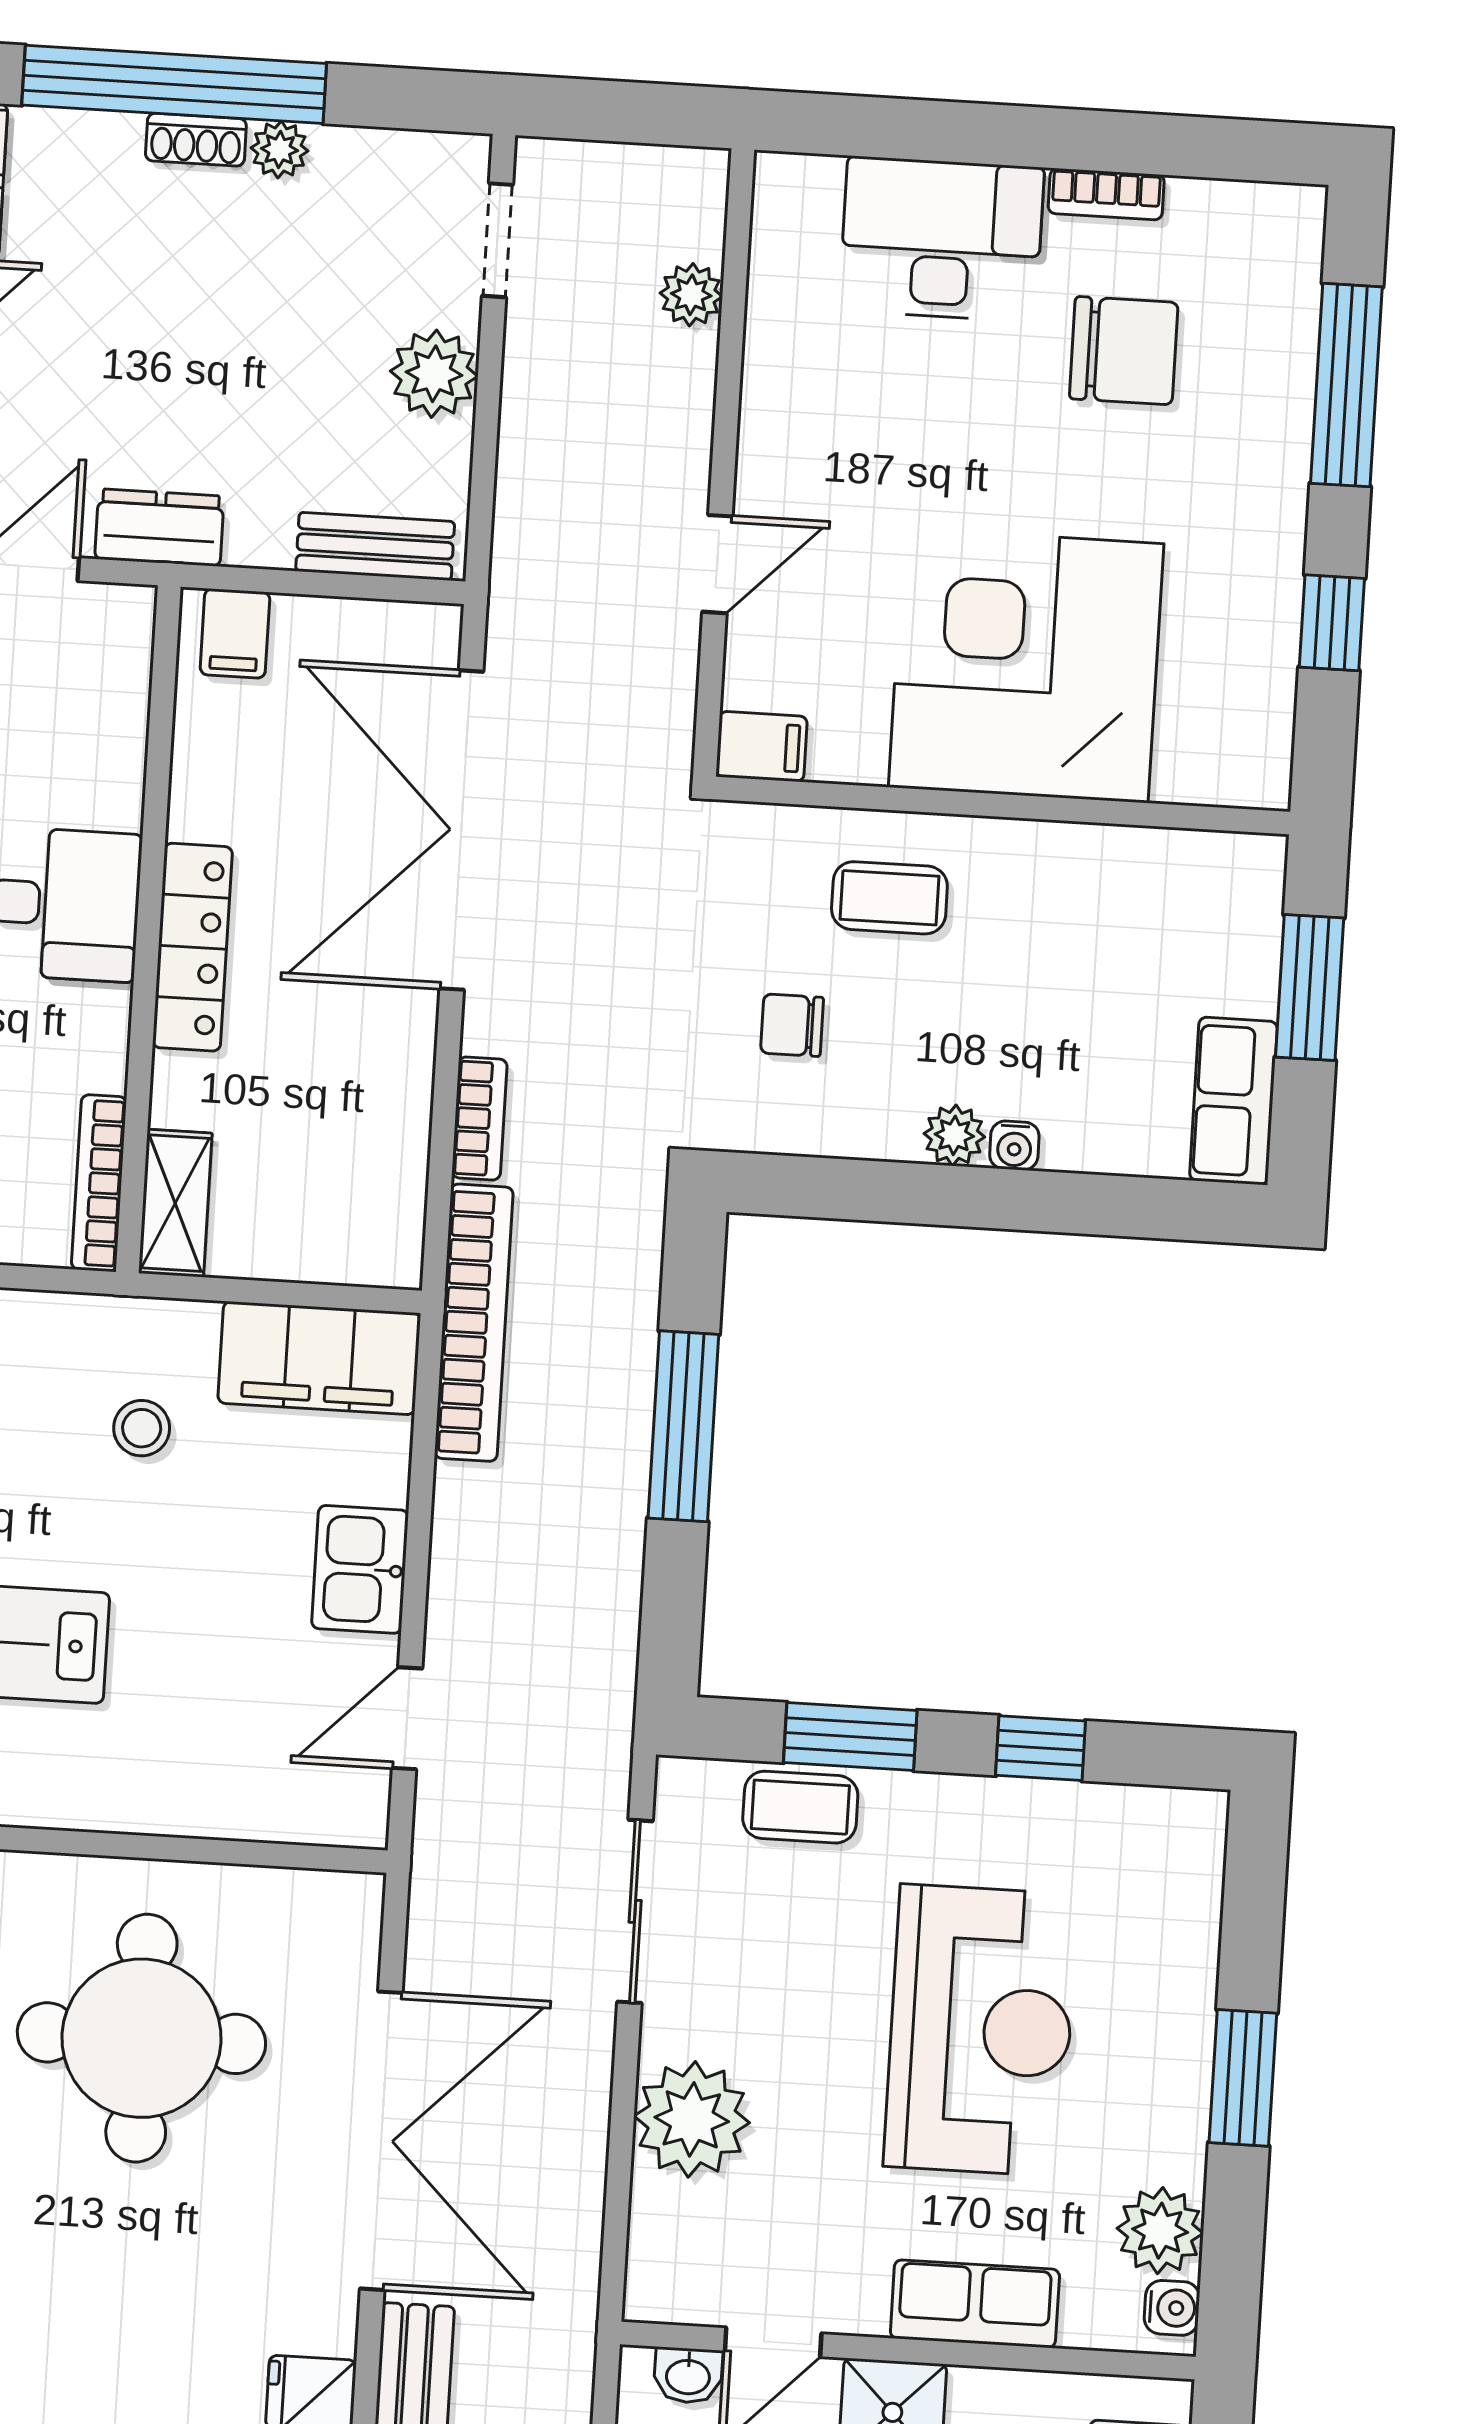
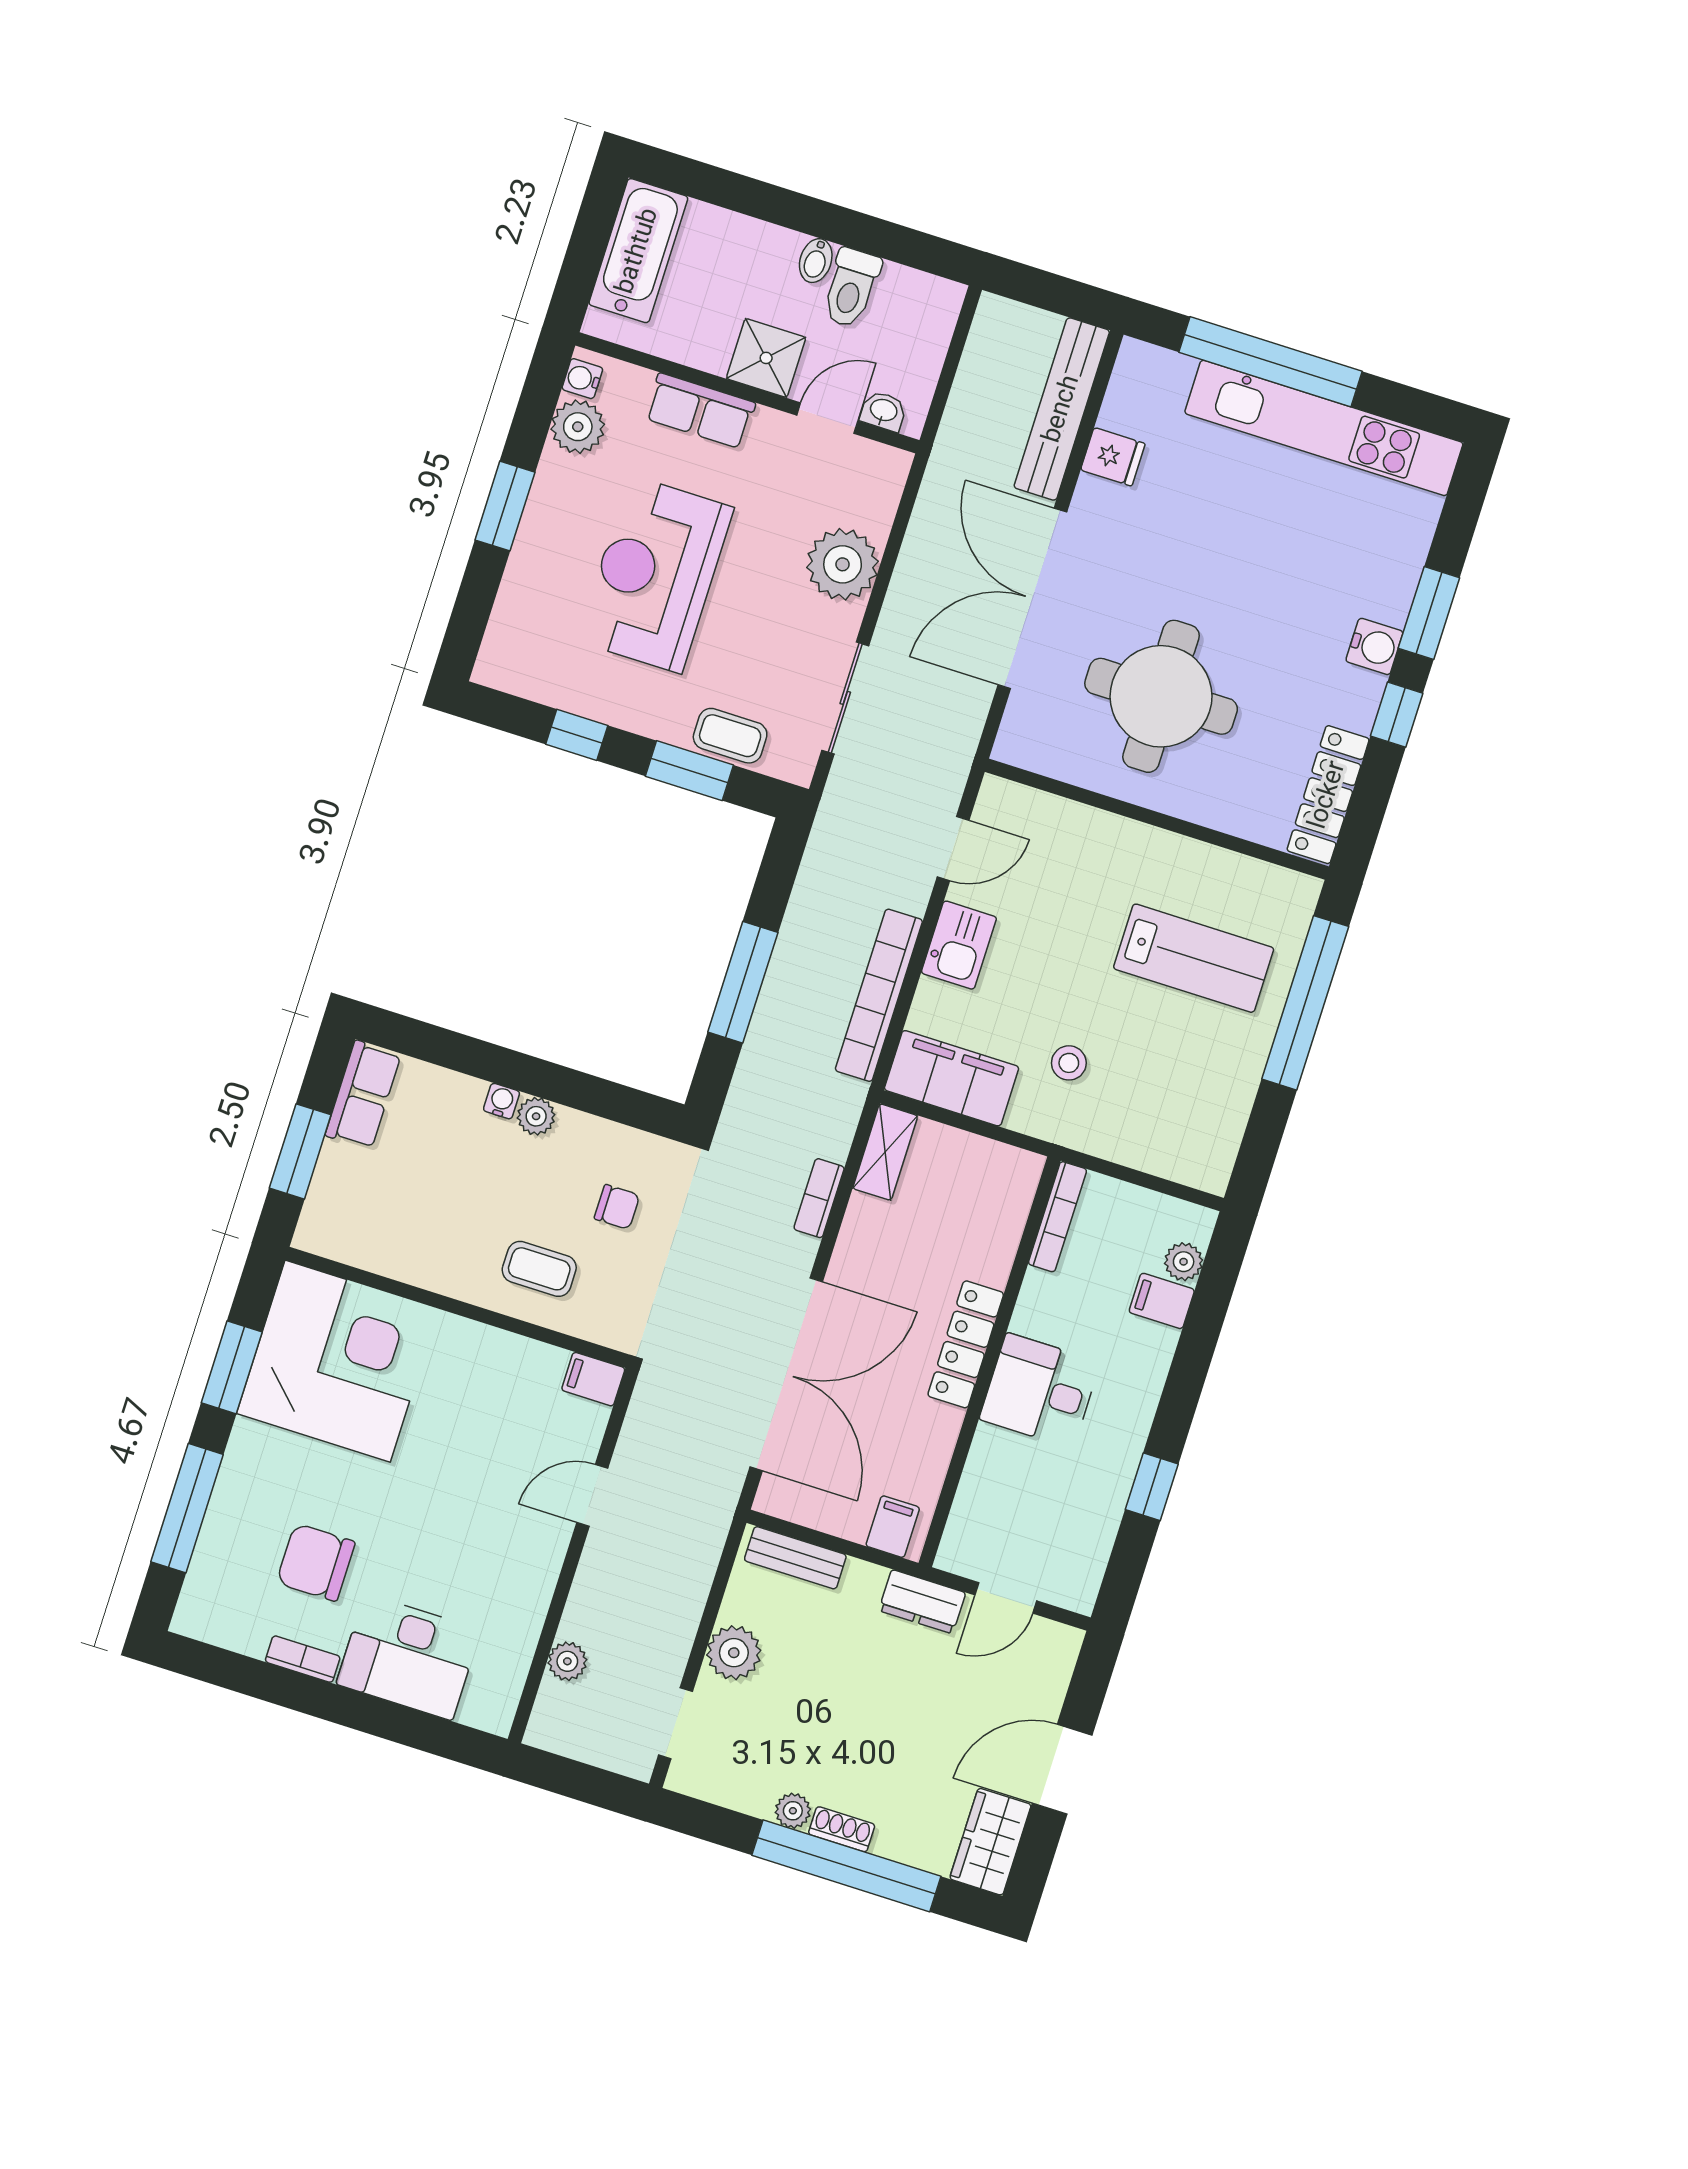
window: (1332, 623) -> (232, 1367), width x1.50
corner desk: (1026, 665) -> (338, 1361), moved, turned -90
shelving: (175, 1203) -> (885, 1152), moved
bookcase: (474, 1323) -> (879, 995), moved

